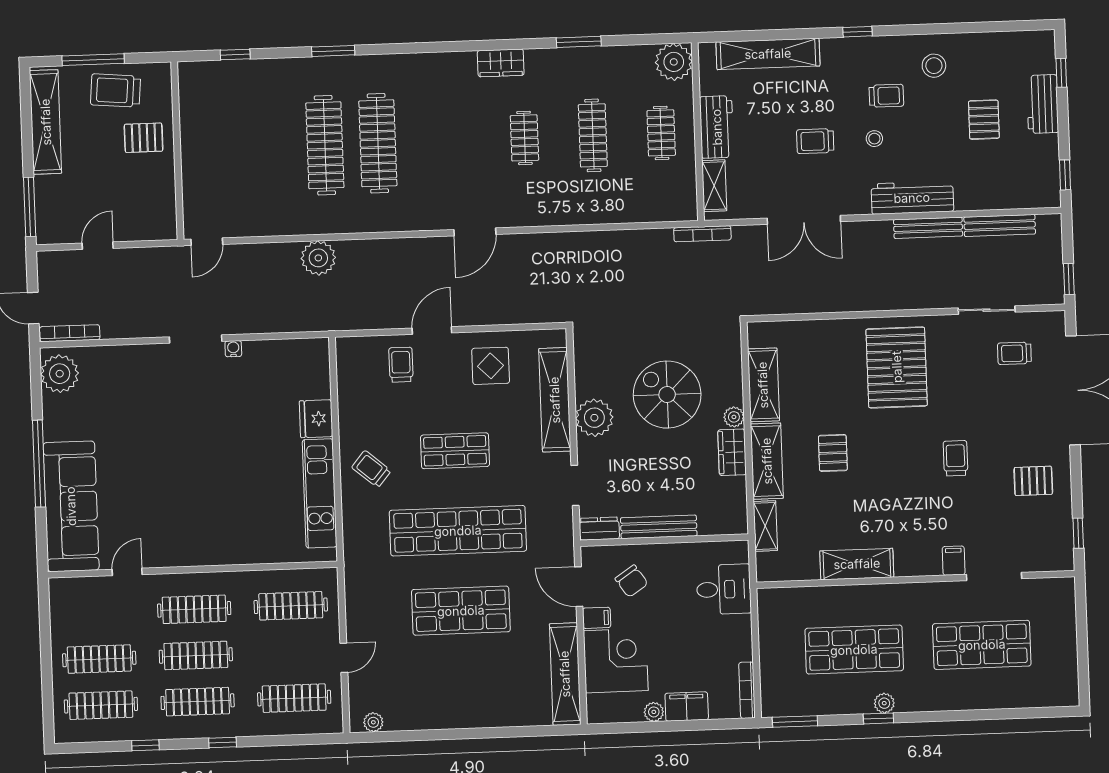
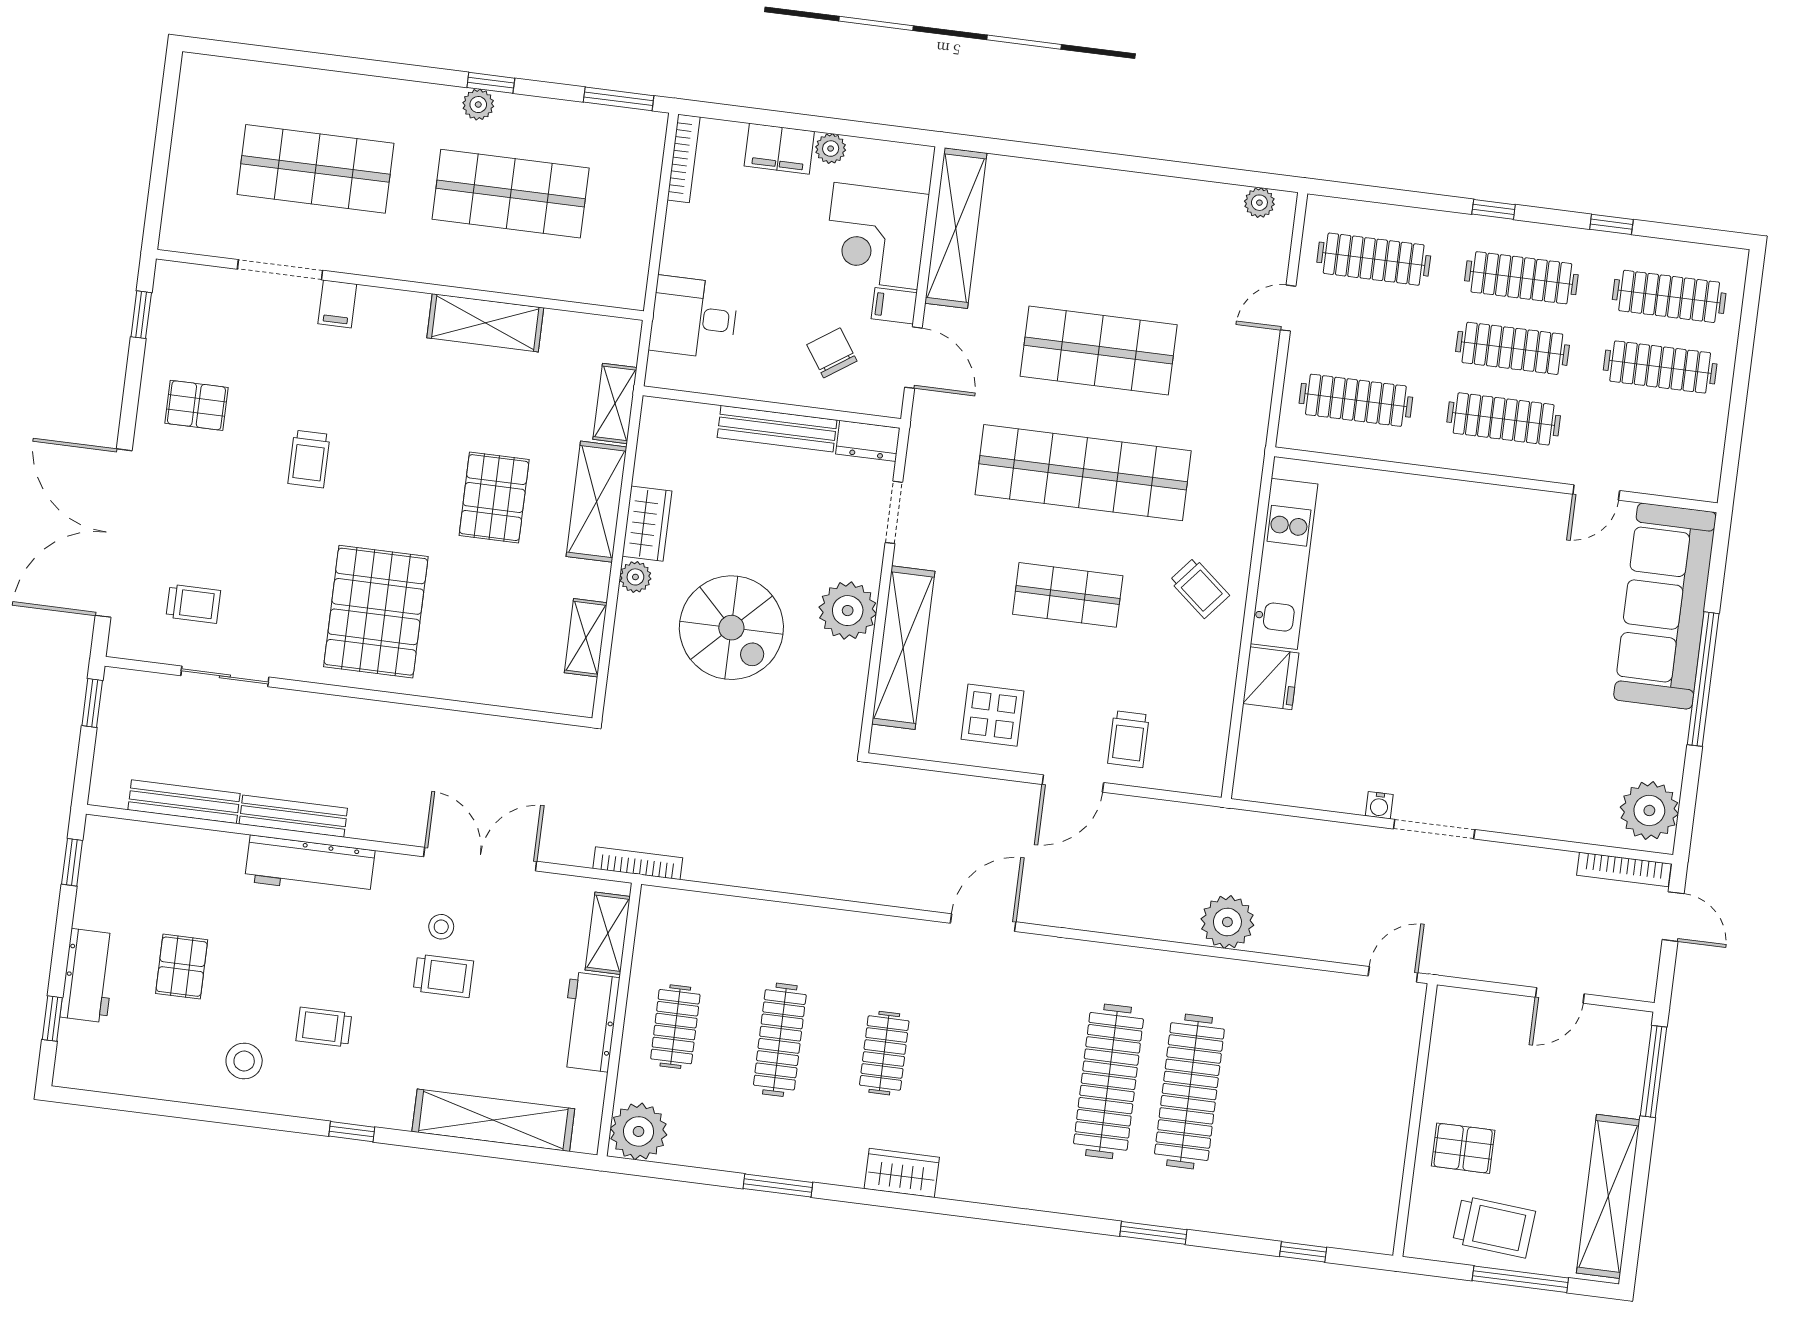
stool: (874, 139) -> (441, 927), moved
shelving: (763, 385) -> (586, 638), width x0.67, depth x0.75
pallet: (833, 453) -> (494, 498), width x1.50, depth x1.42

